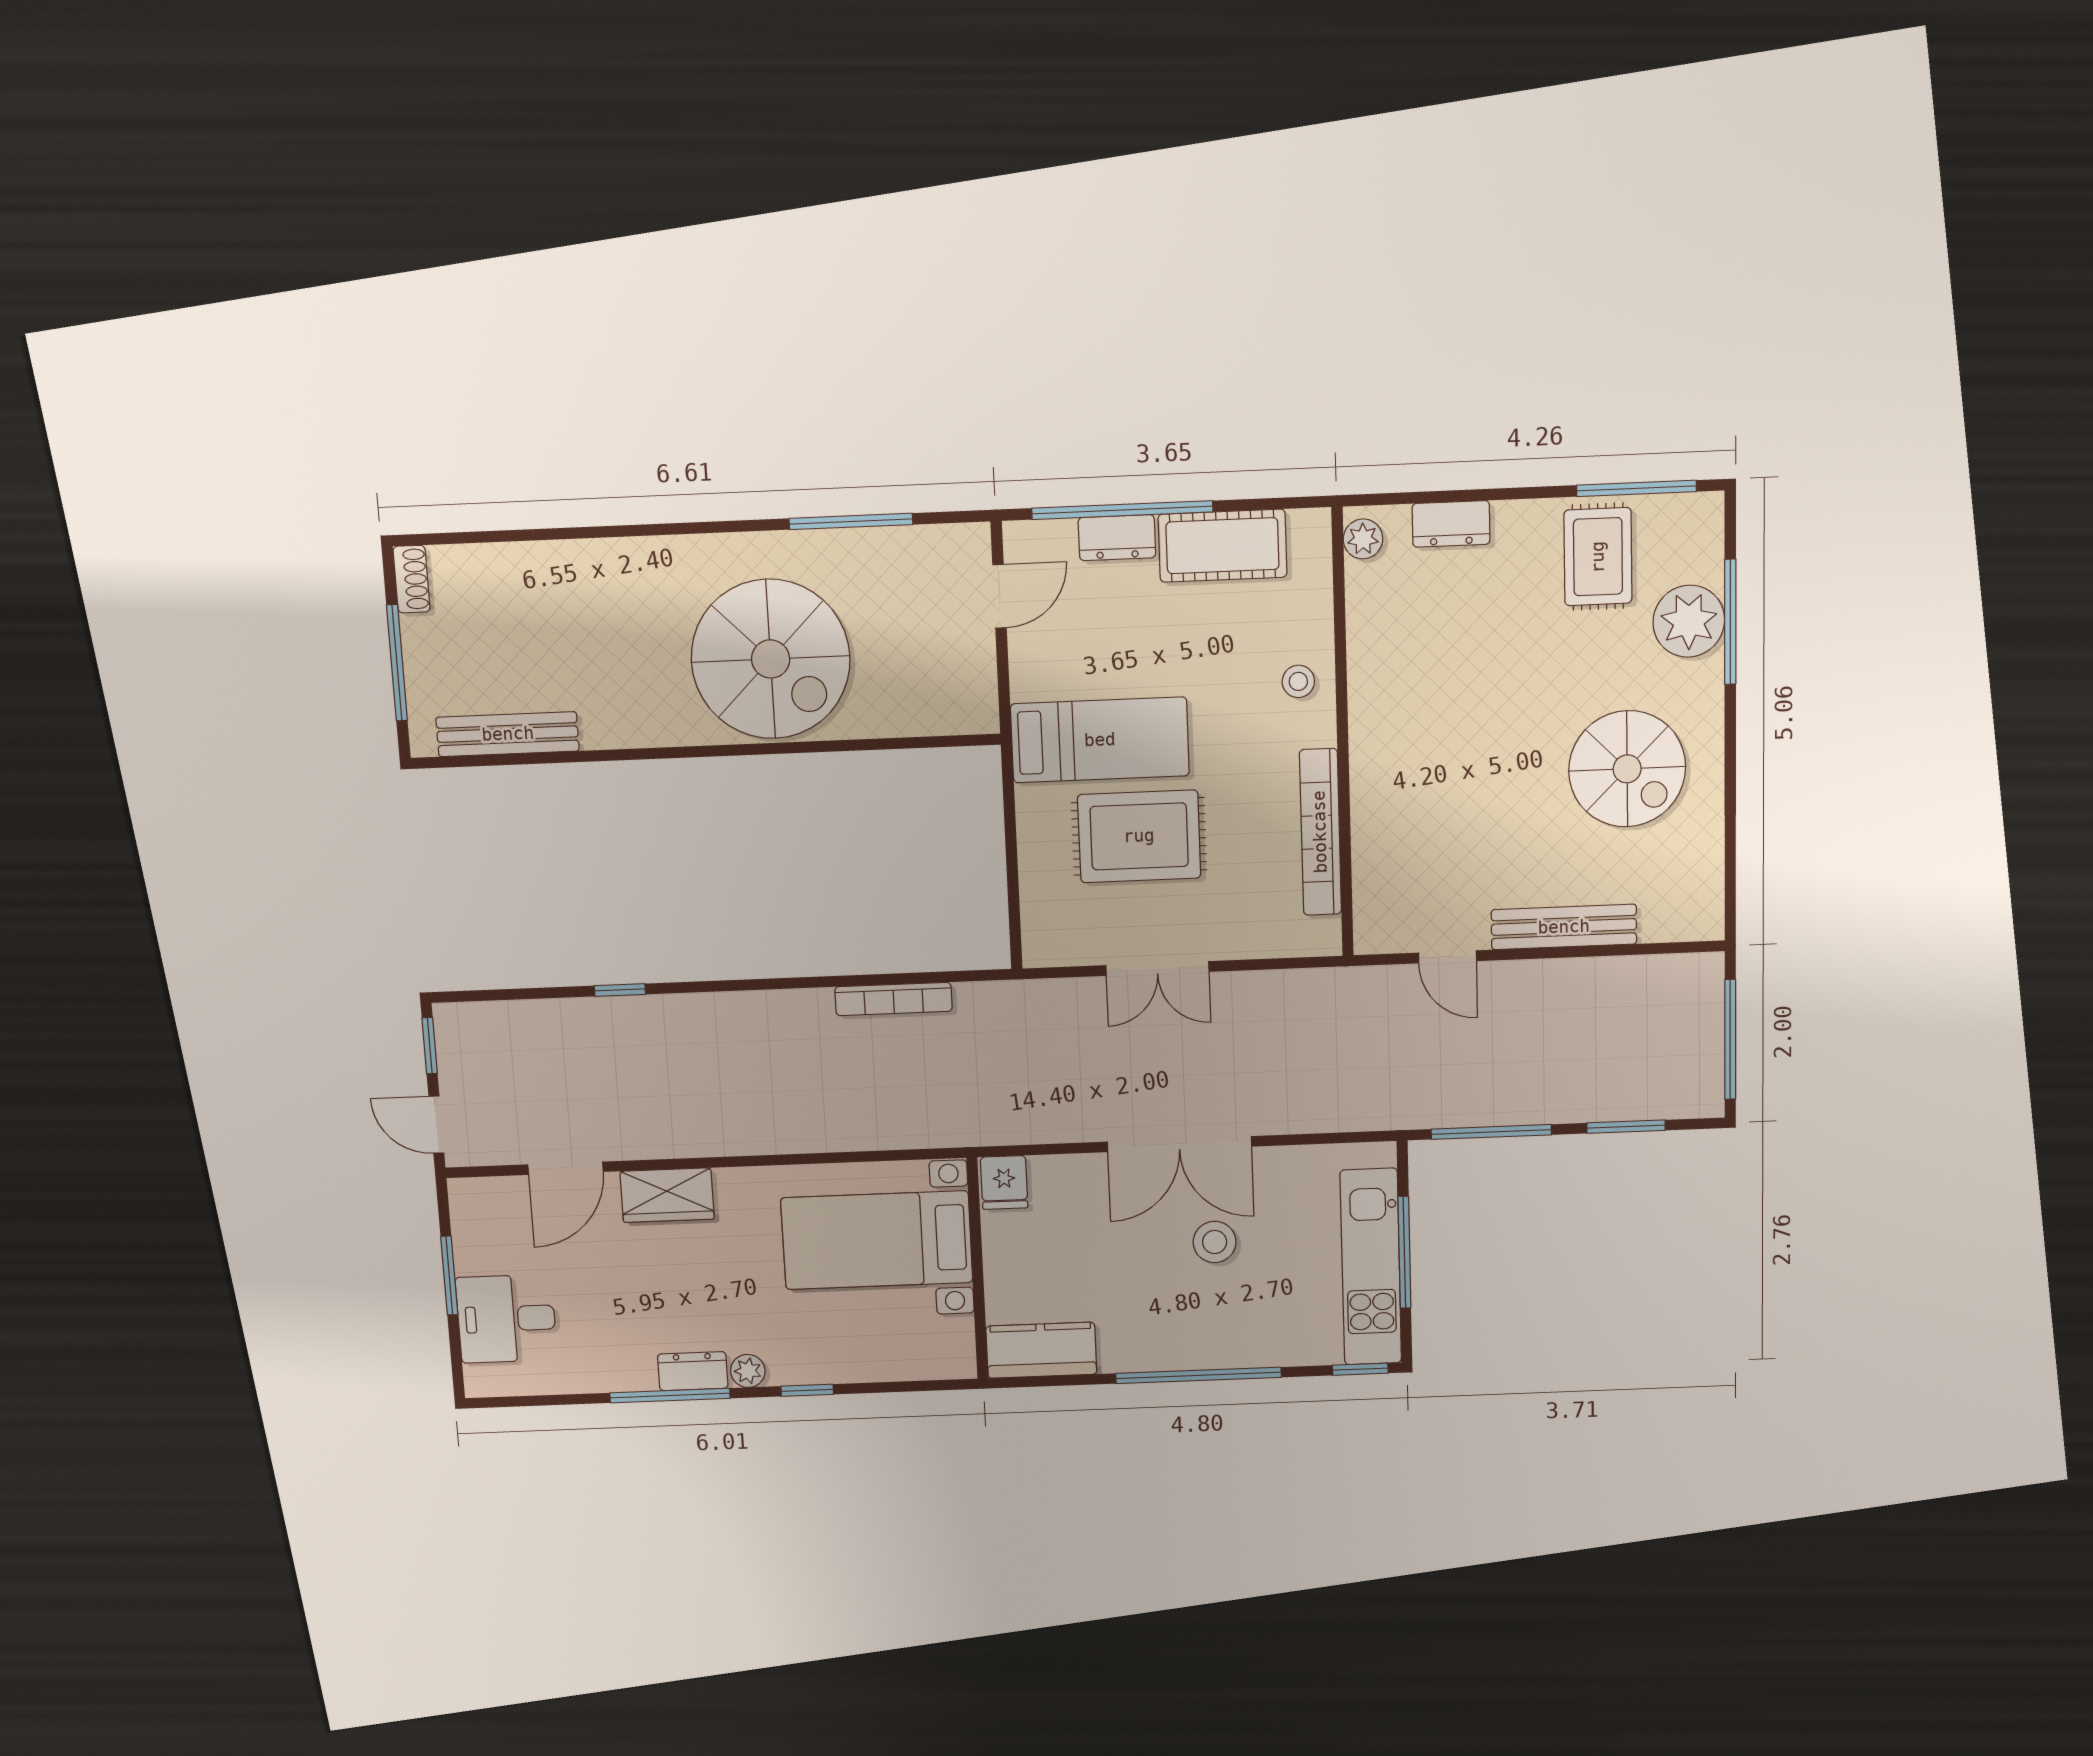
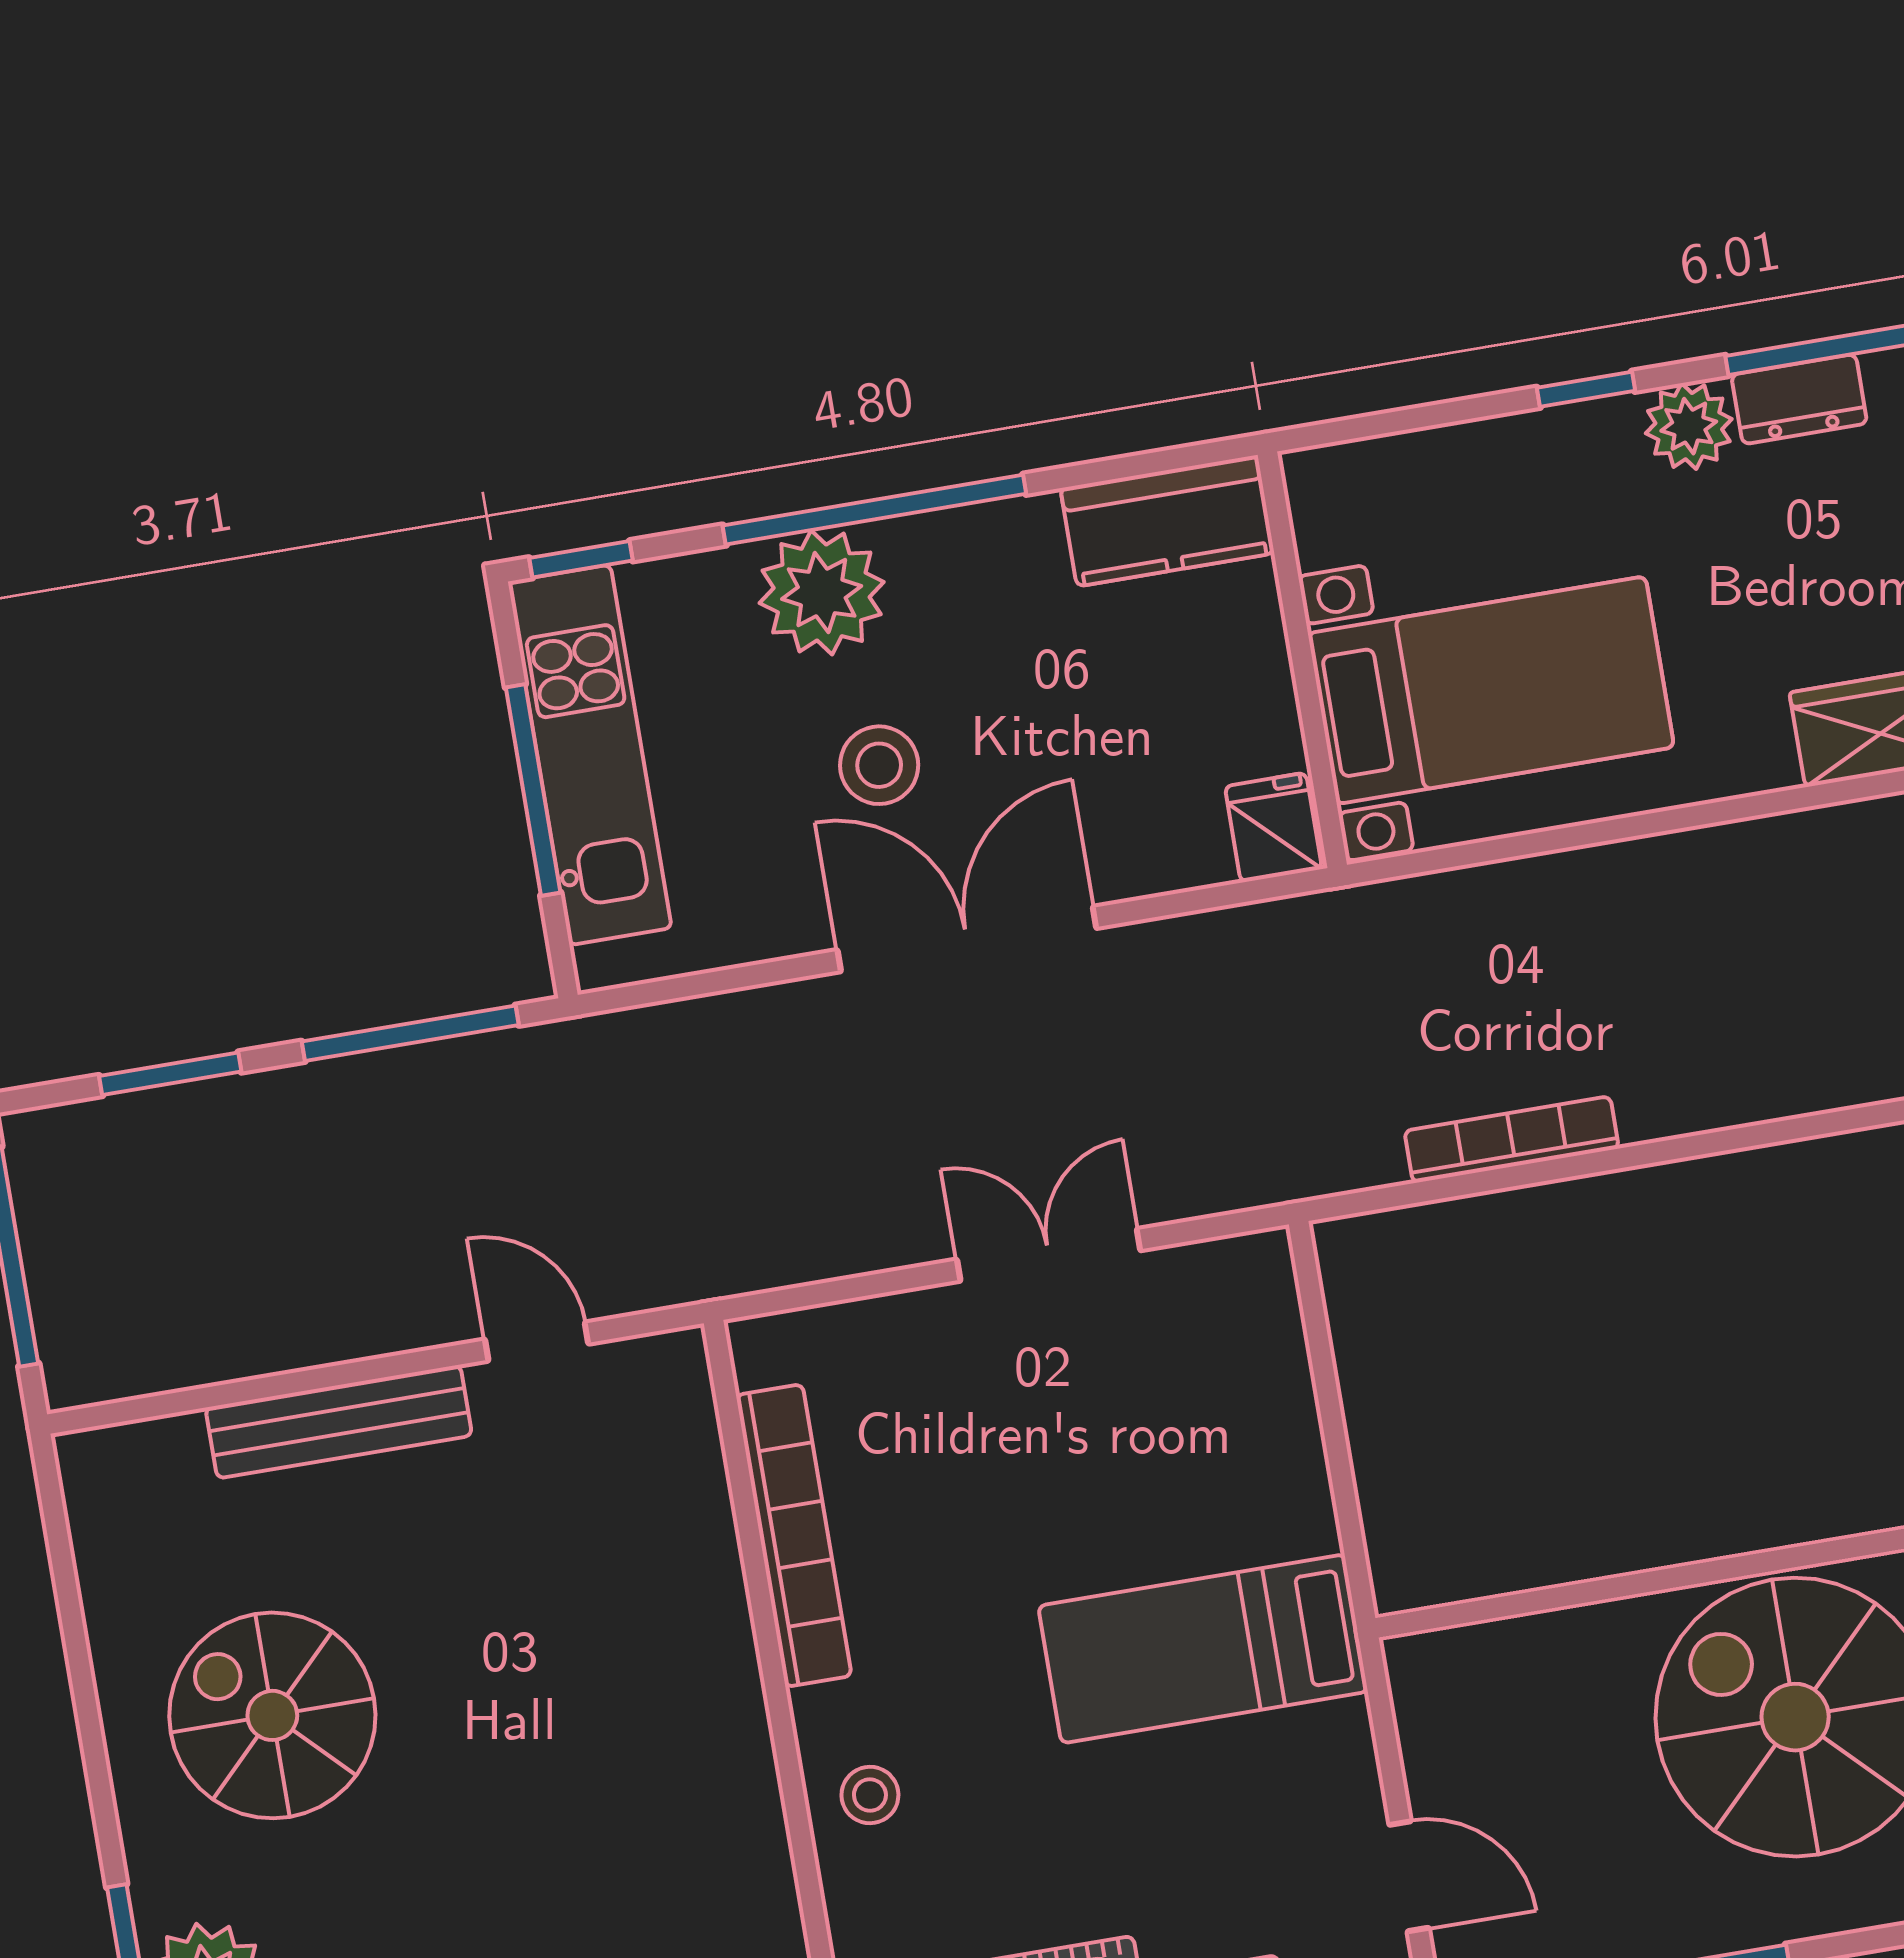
door: (1000, 596) -> (1409, 1876), swing flipped
rug: (1139, 836) -> (1112, 1487), removed
plant: (1233, 1336) -> (822, 592), added
plant: (748, 1371) -> (1689, 426), width x1.38, depth x1.38

